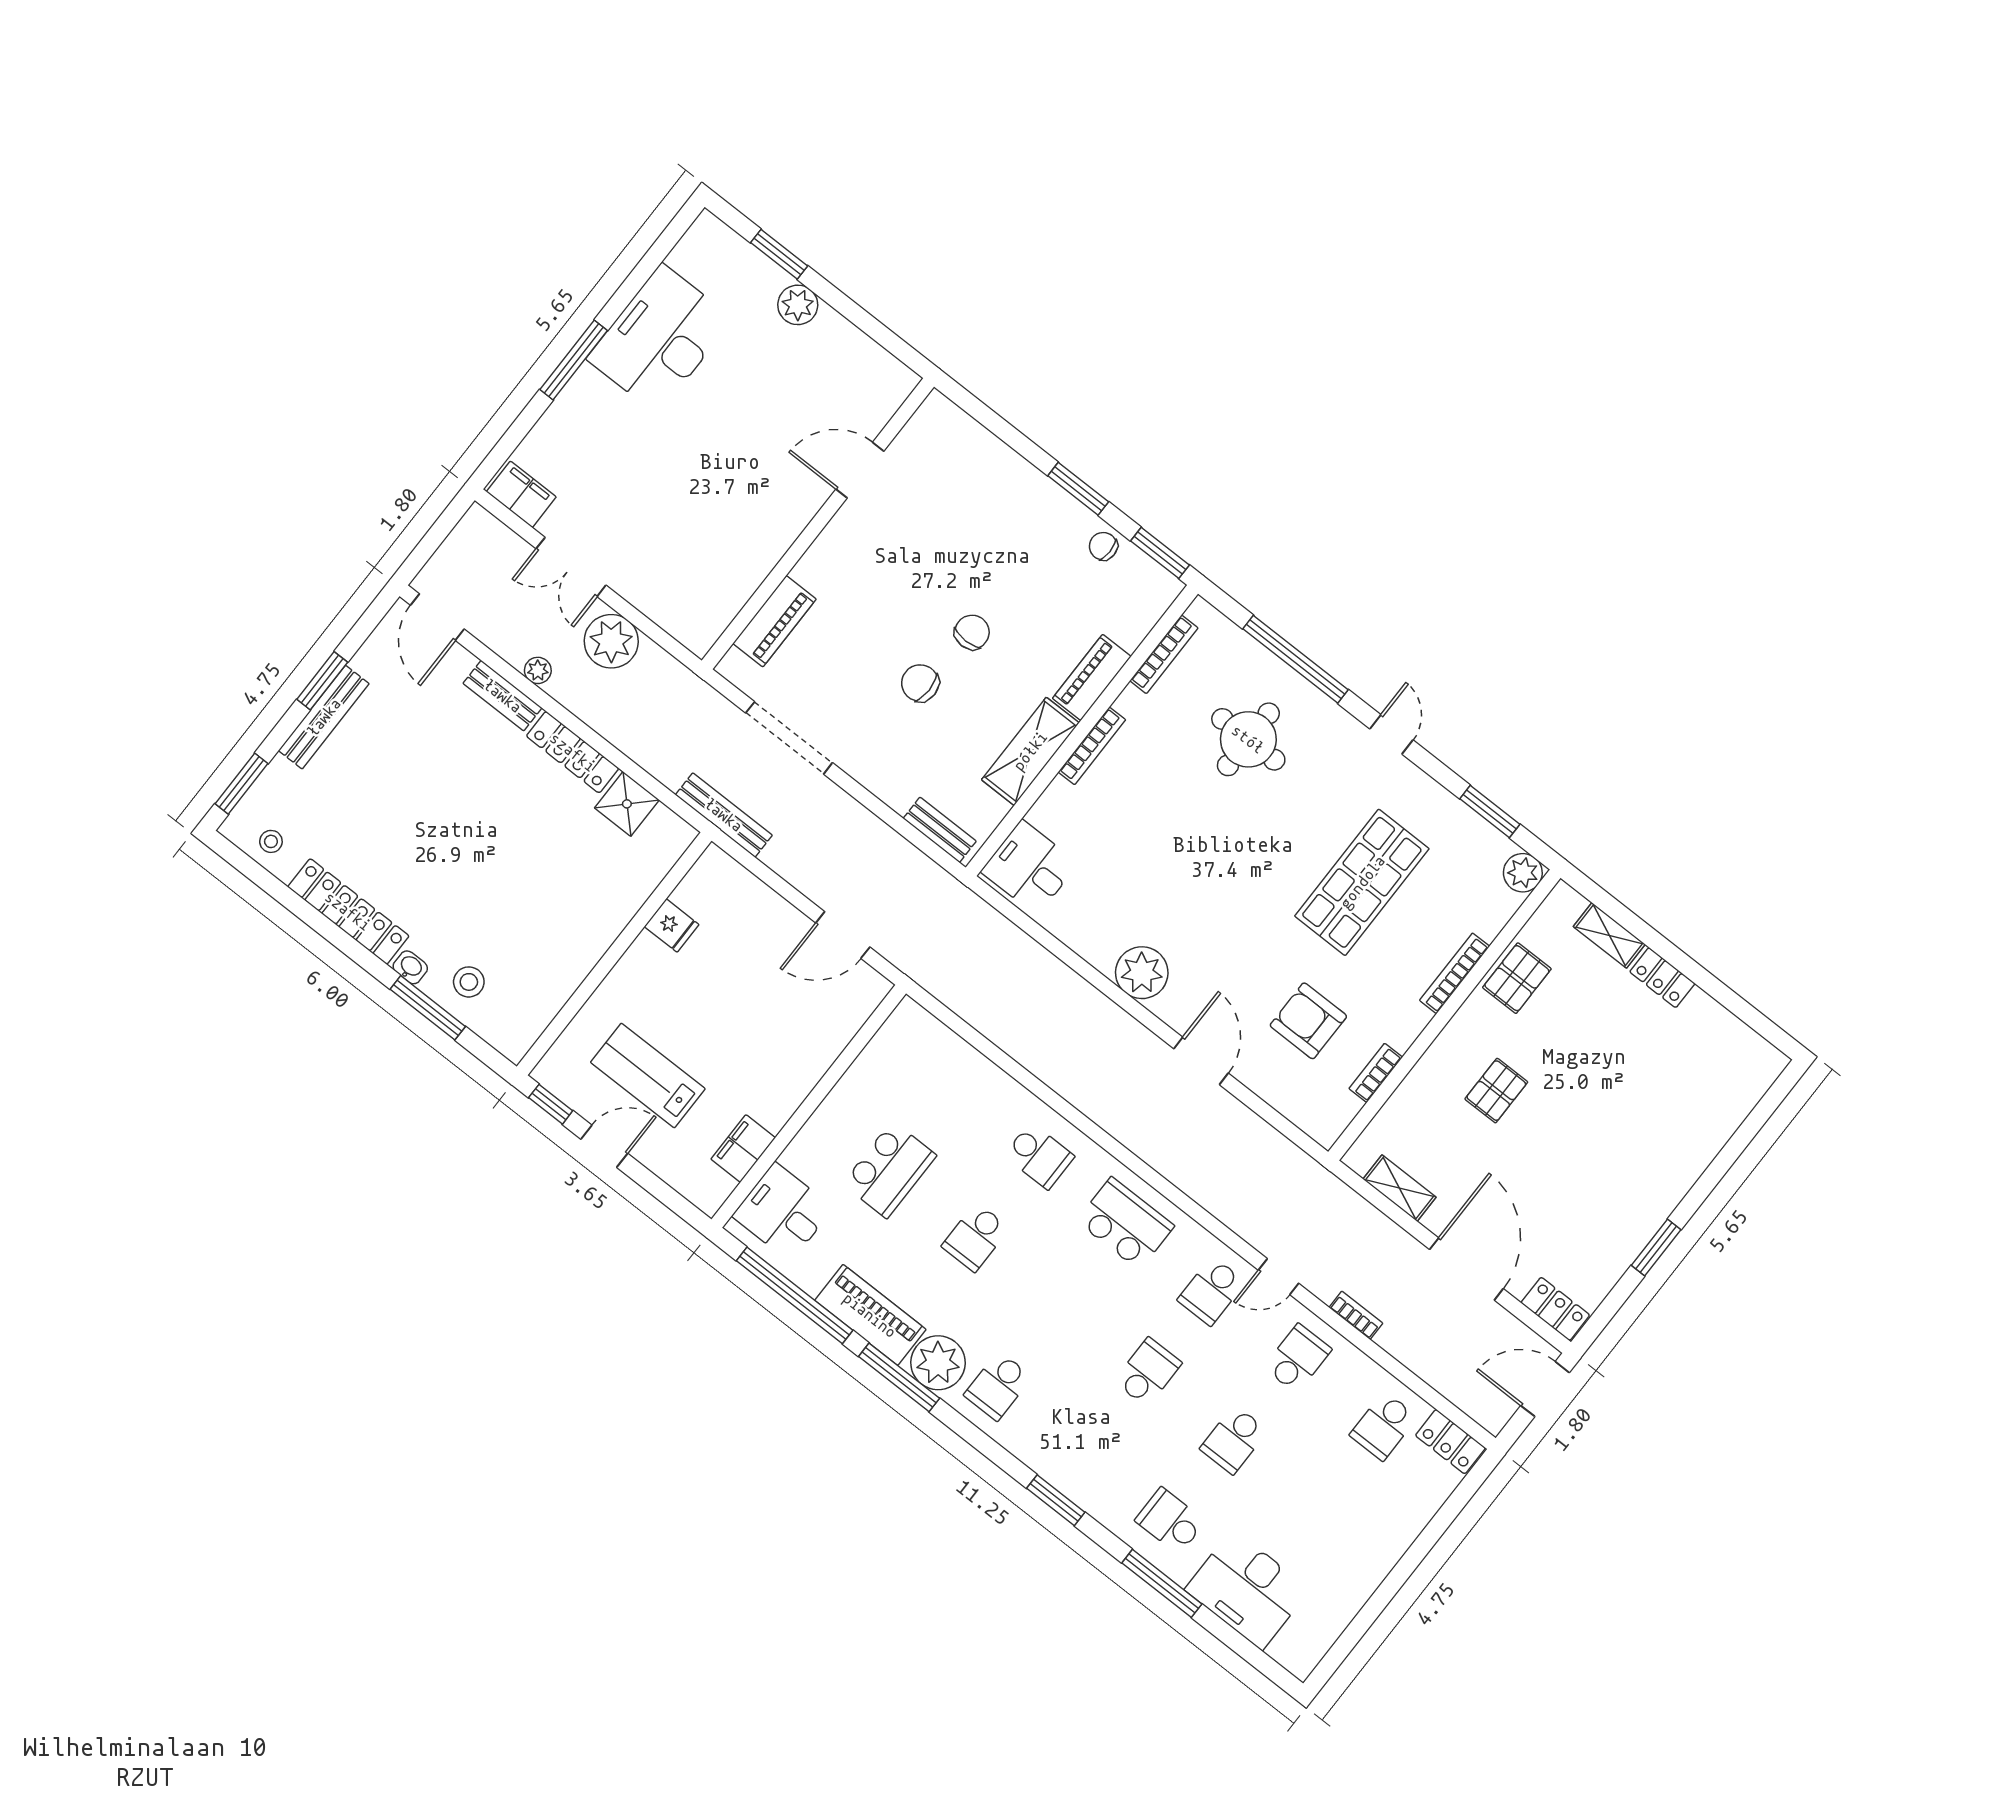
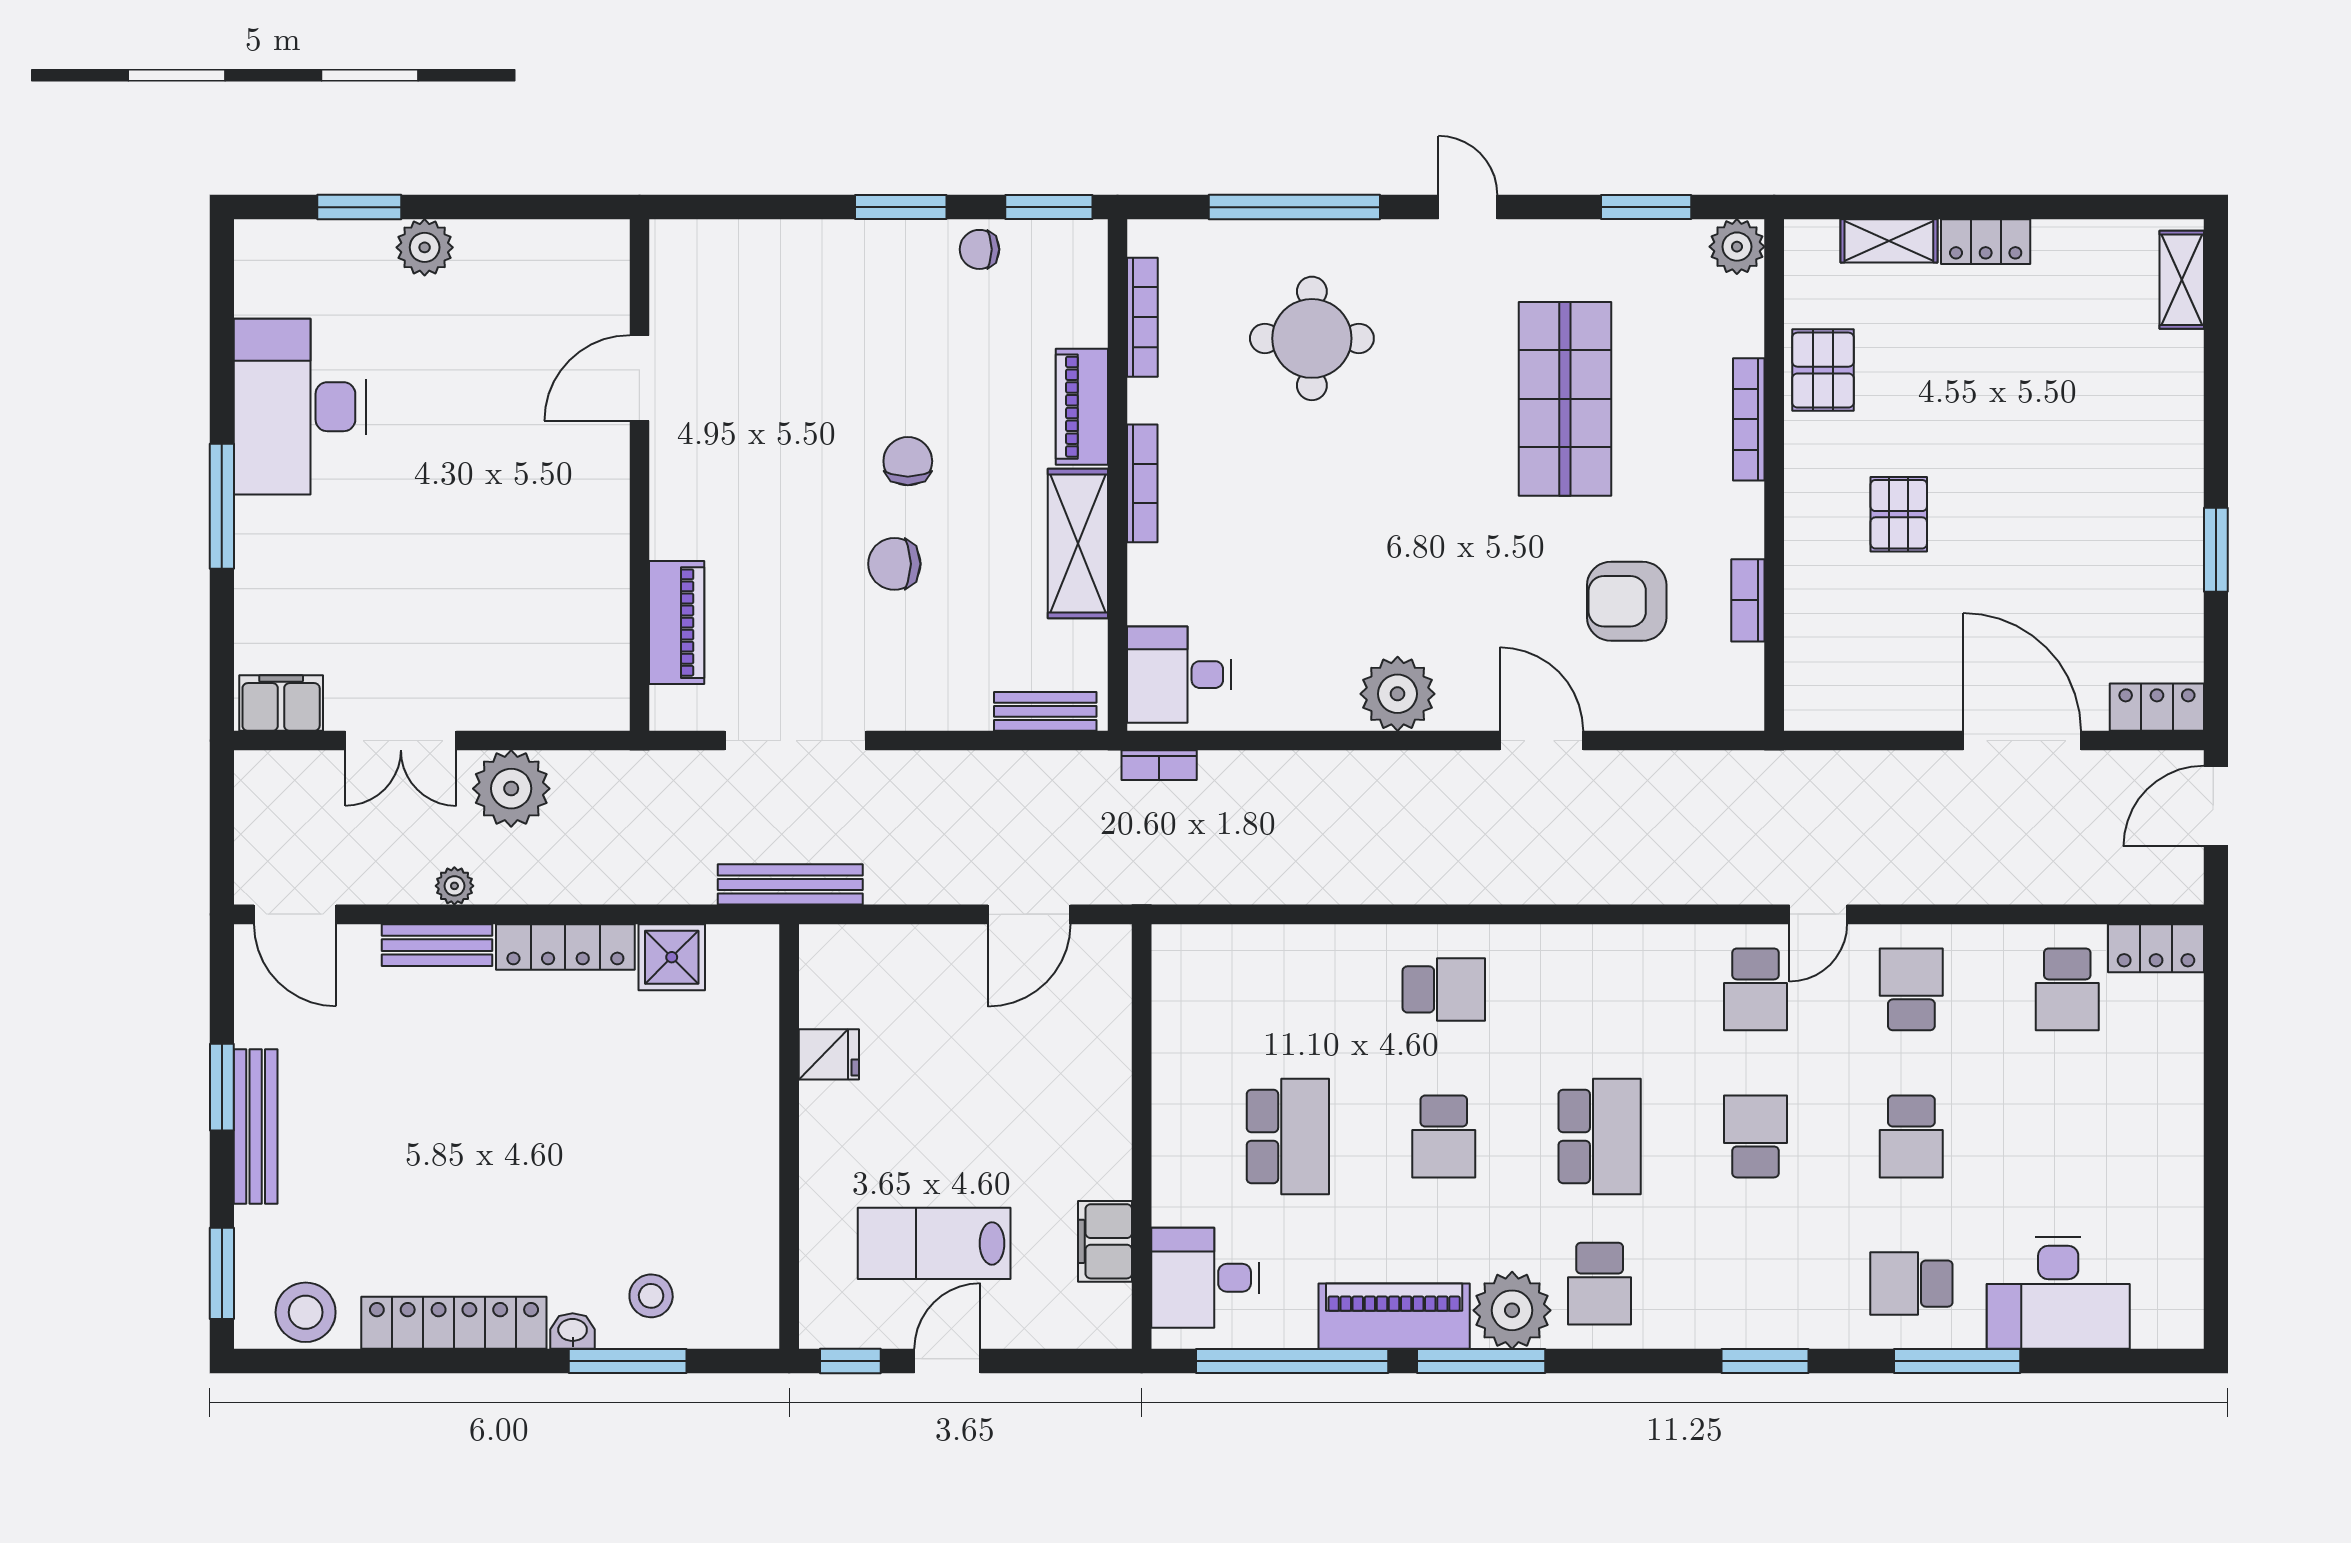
stool: (271, 841) -> (306, 1312), width x1.89, depth x1.89
shelving: (1399, 1188) -> (2182, 280), moved, turned 90
school desk: (1125, 1223) -> (1600, 1136), moved, turned 90
bookcase: (1356, 1315) -> (1159, 765), moved, turned 180

